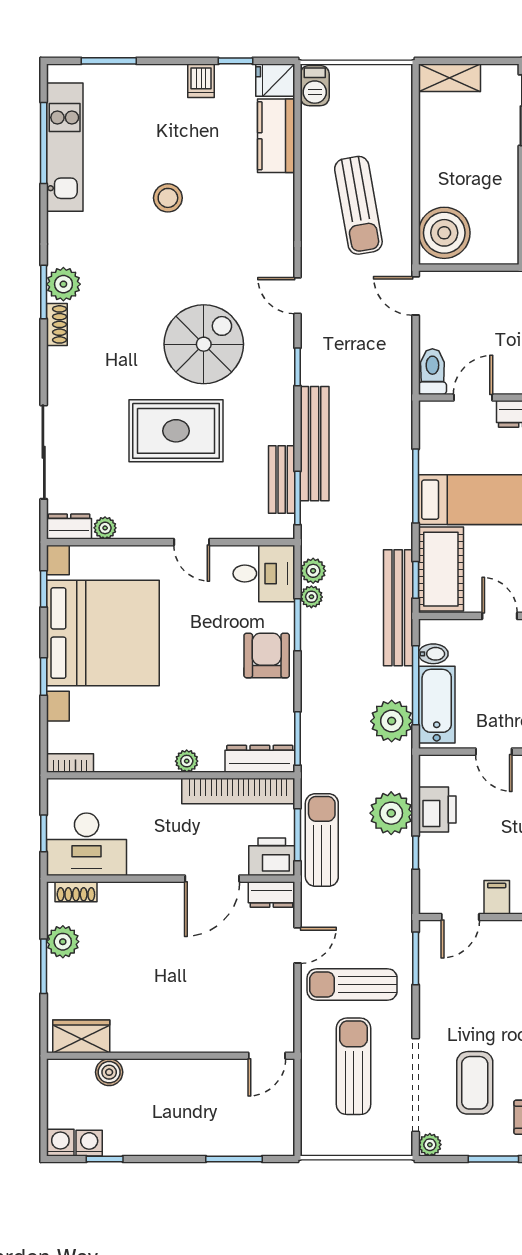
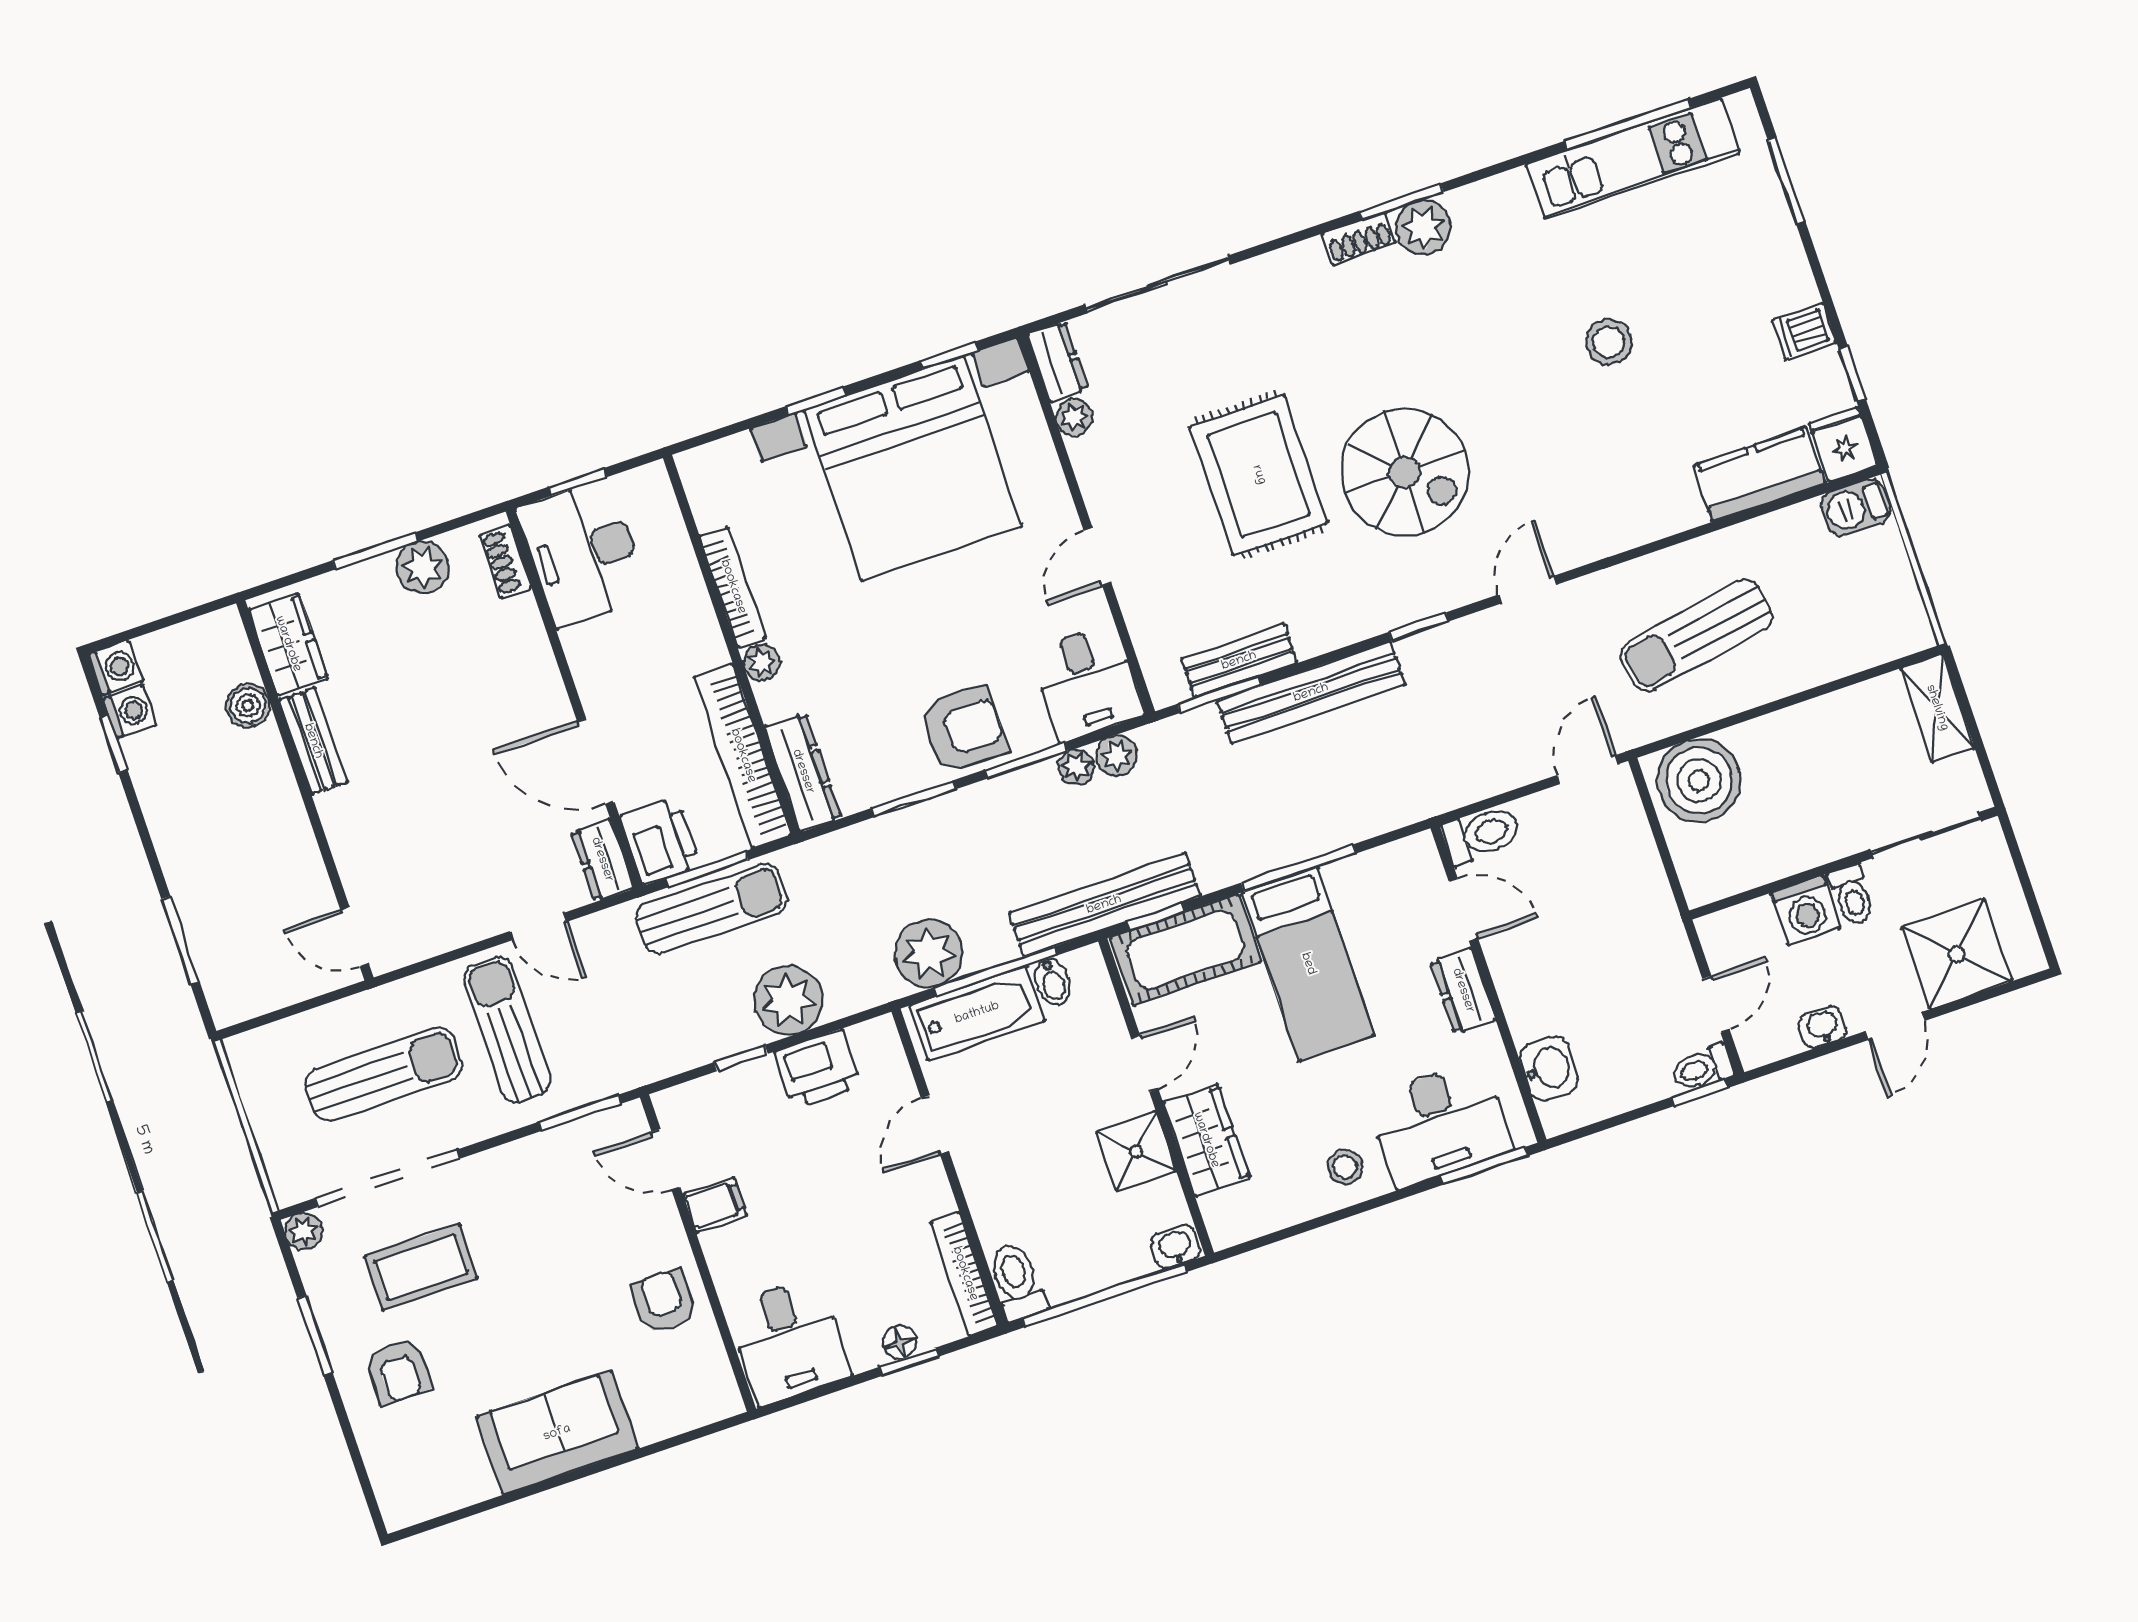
window: (297, 738) -> (913, 799), moved
bookcase: (70, 763) -> (733, 587), moved, width x1.56
bench: (143, 1041) -> (313, 741), added

